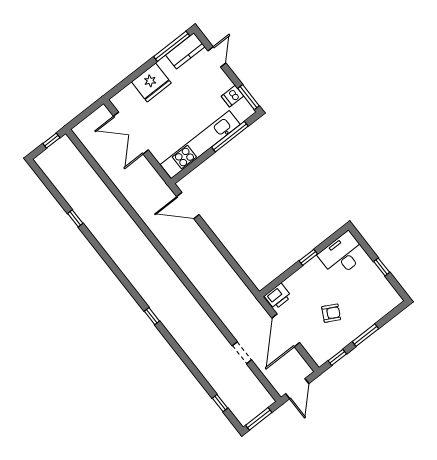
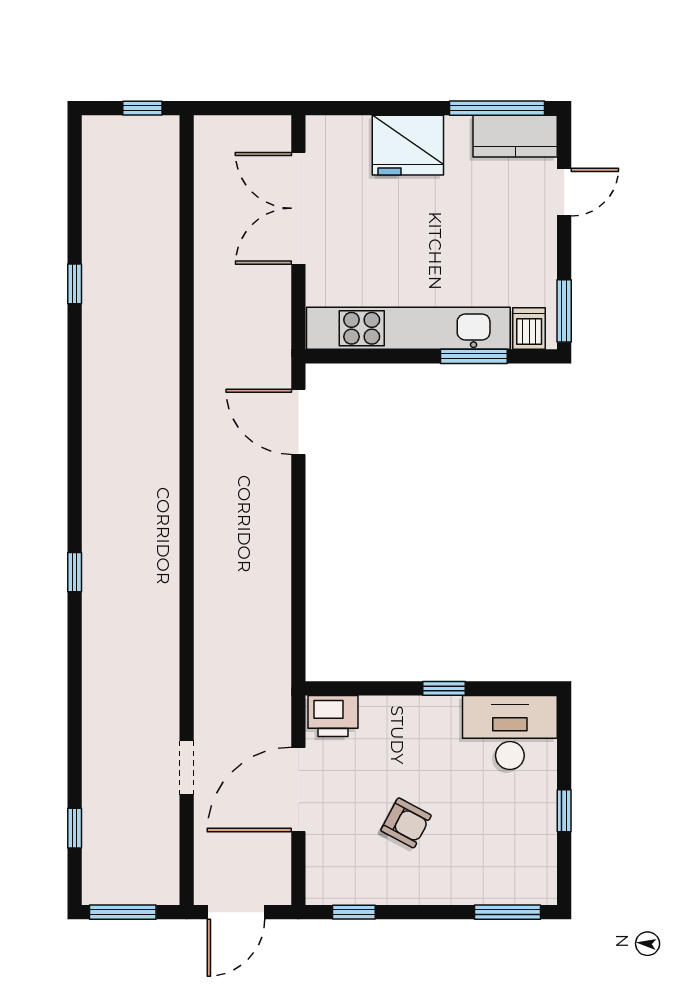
dishwasher: (232, 96) -> (529, 329), moved, turned 90
window: (230, 137) -> (474, 356), width x0.69
window: (365, 335) -> (507, 912), moved

